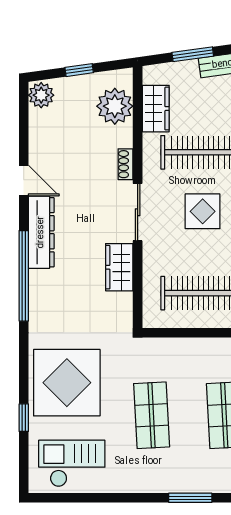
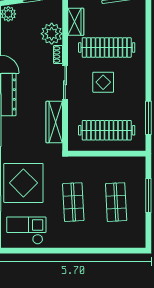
plant: (115, 106) -> (52, 34), moved
wardrobe: (119, 267) -> (54, 122), width x1.50
window: (190, 498) -> (96, 251), removed

